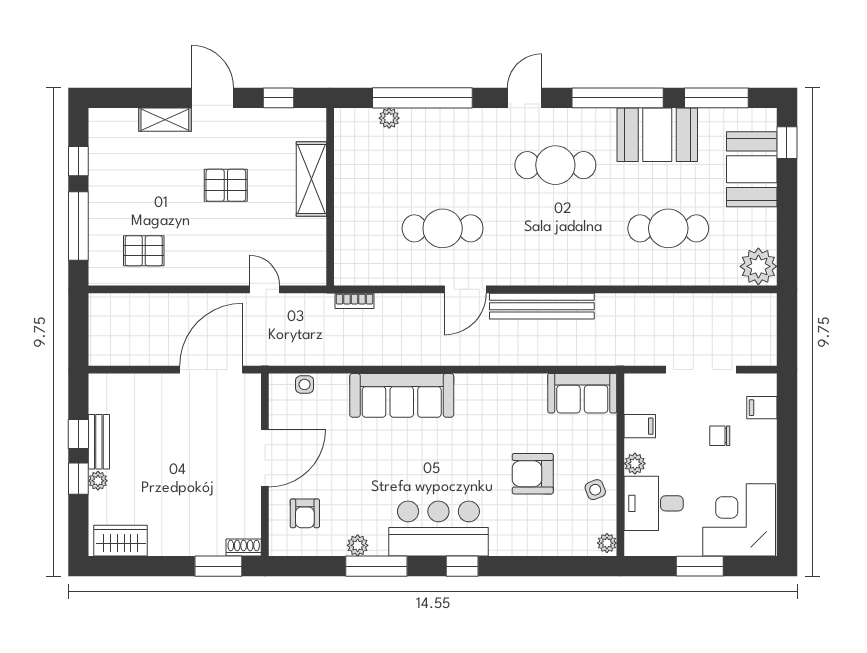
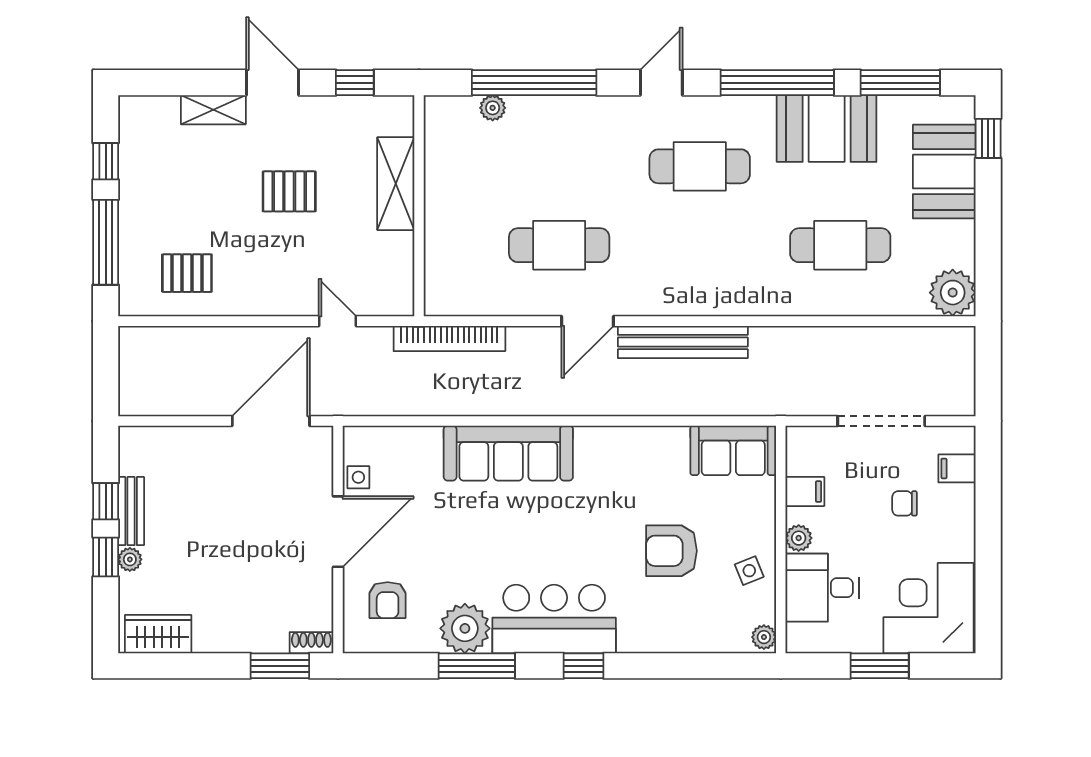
bookcase: (354, 301) -> (449, 339), width x2.31, depth x1.31
side table: (305, 384) -> (358, 477), moved
plant: (358, 545) -> (465, 628), width x1.88, depth x1.88

